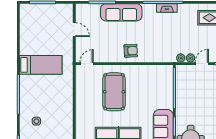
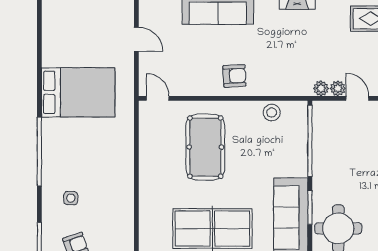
door: (87, 64) -> (158, 98), hinge flipped
door: (202, 64) -> (357, 98), hinge flipped
bed: (41, 65) -> (78, 92), width x1.50
stool: (152, 72) -> (272, 113), added

